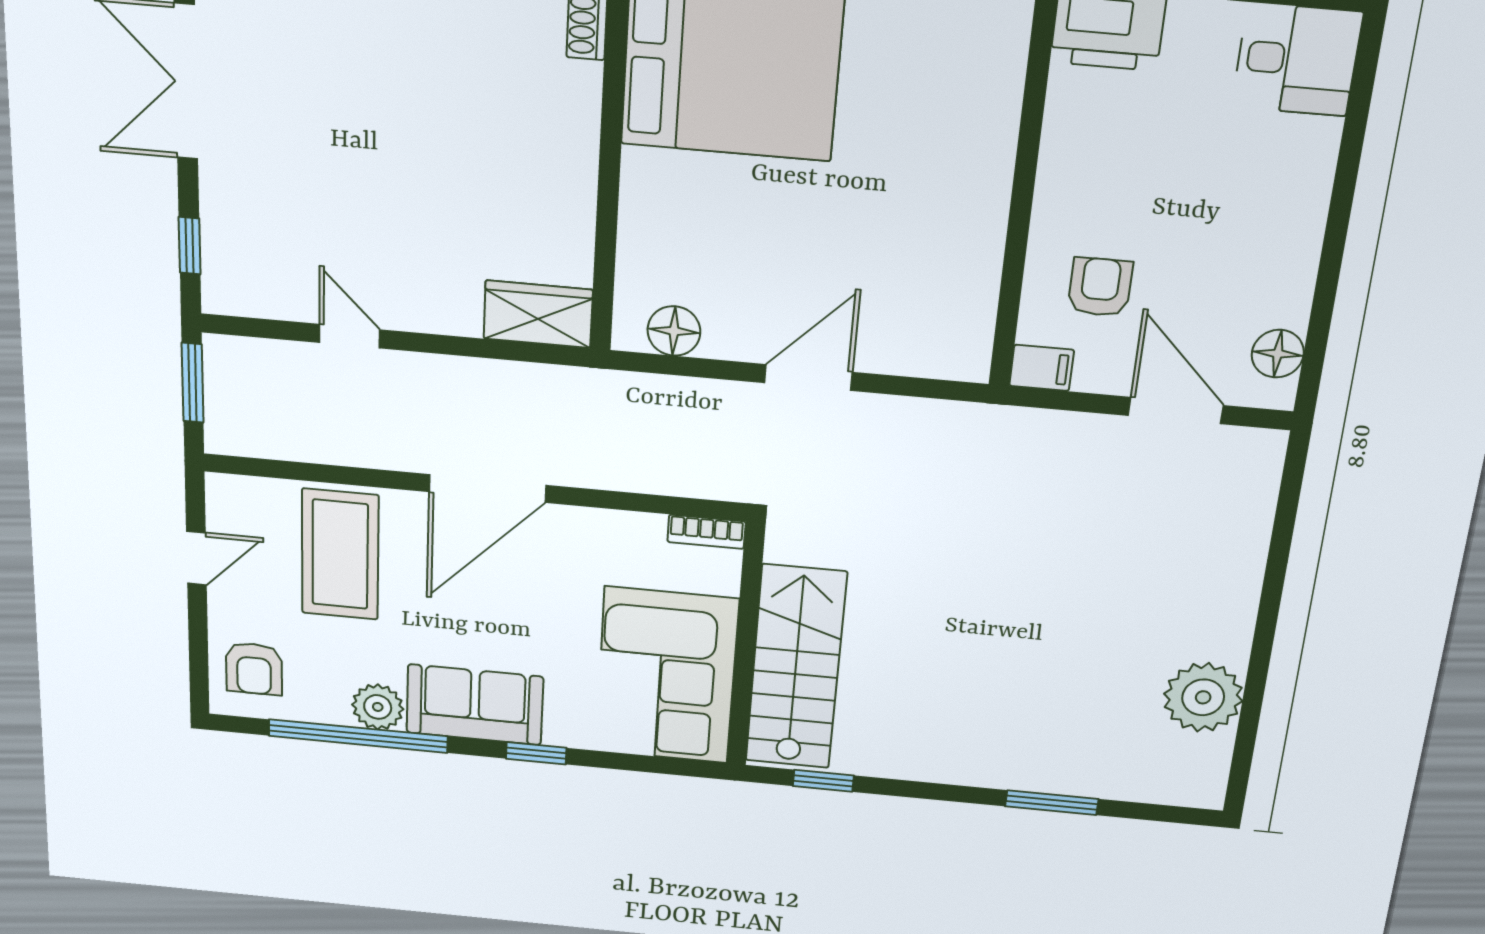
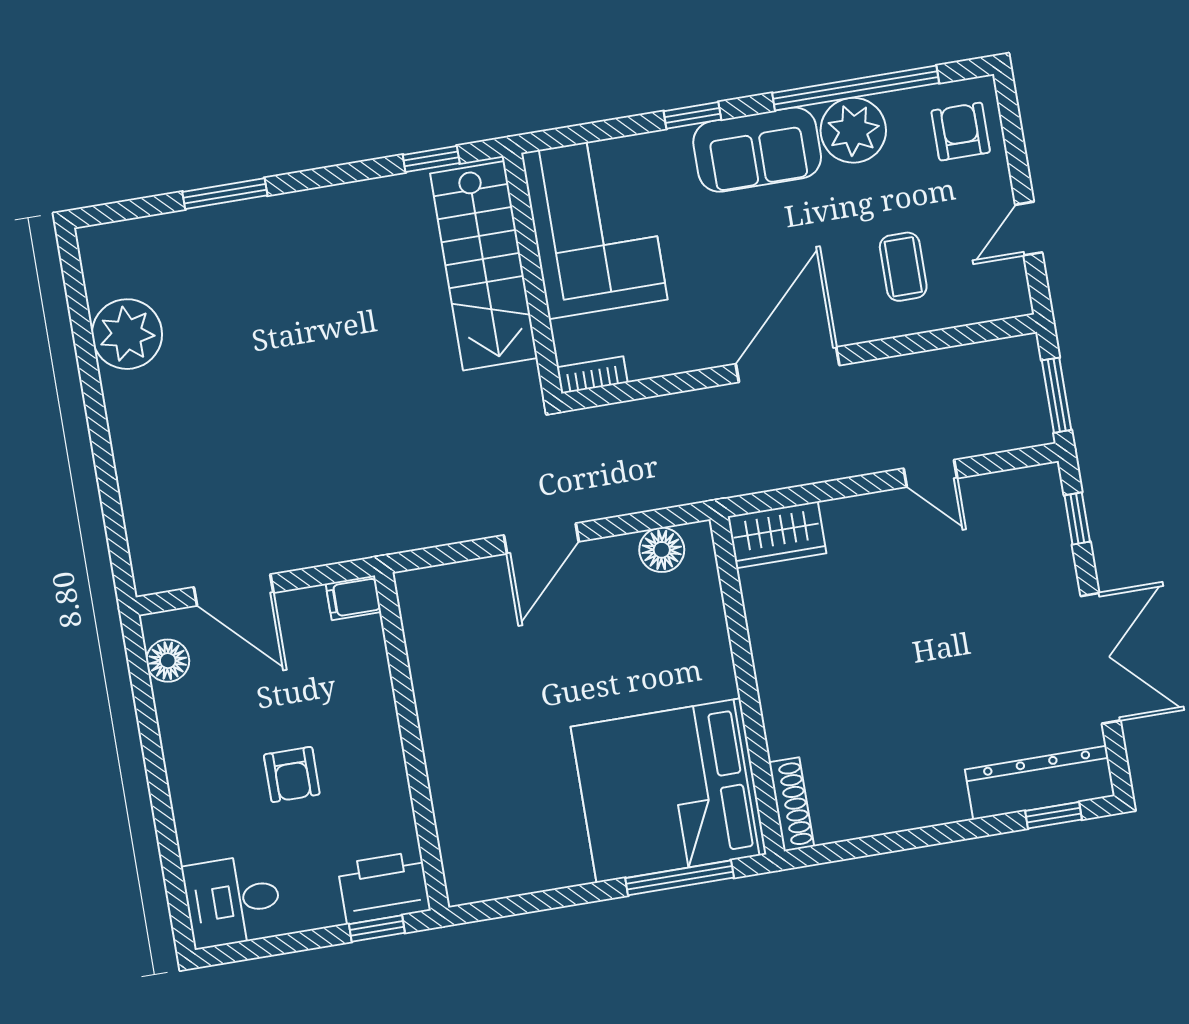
armchair: (1100, 287) -> (292, 774), moved
coffee table: (340, 554) -> (903, 267), width x0.54, depth x0.58
plant: (378, 707) -> (853, 130), width x1.36, depth x1.36

